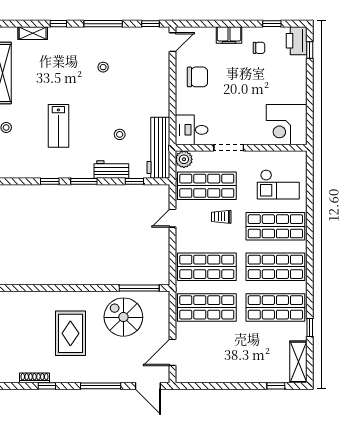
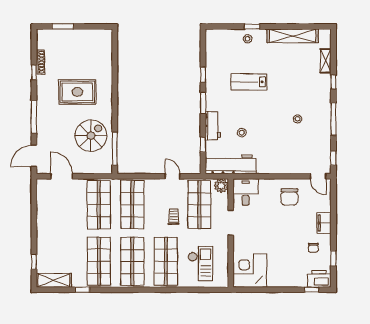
checkout: (278, 184) -> (200, 264), turned 180

